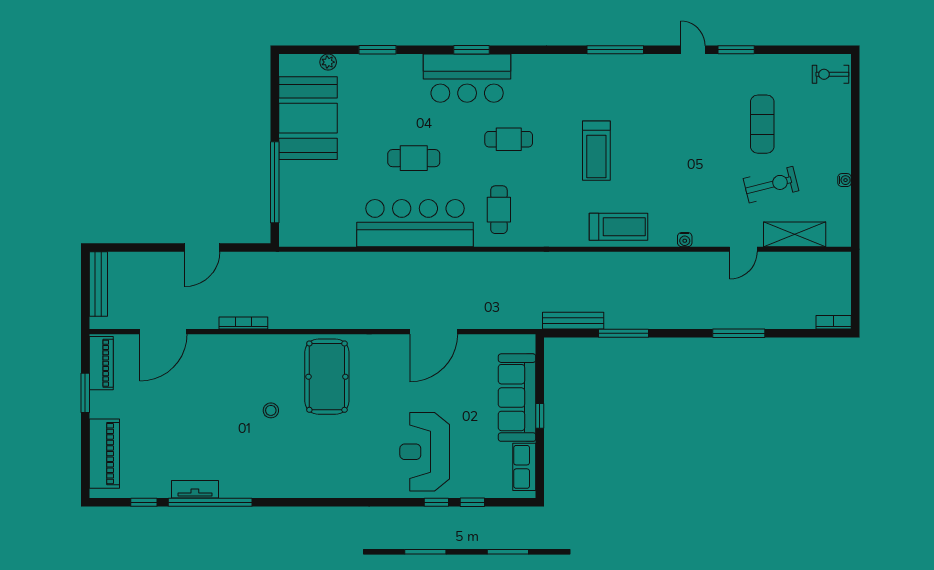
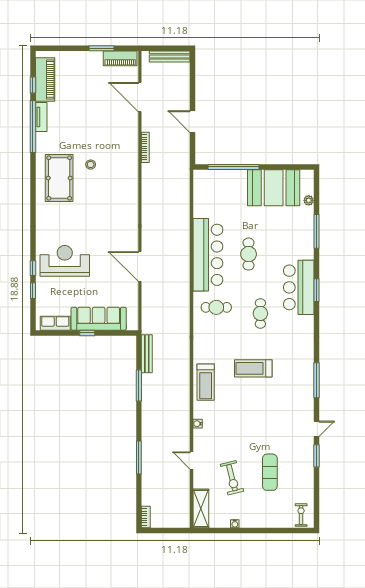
window: (378, 50) -> (316, 231), width x1.44
exercise mat: (762, 124) -> (270, 472), turned 90
shelving: (795, 234) -> (201, 508), moved
pool table: (327, 377) -> (59, 178), moved, turned 90
piano: (104, 454) -> (45, 80), moved, turned -90

